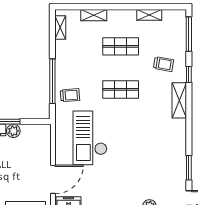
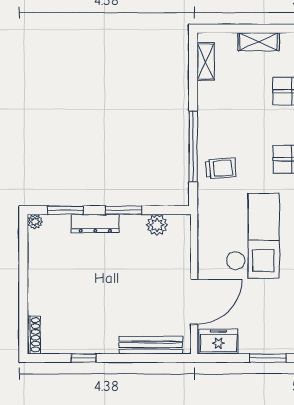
plant: (13, 131) -> (157, 225), moved
checkout: (90, 138) -> (253, 236), turned 180

